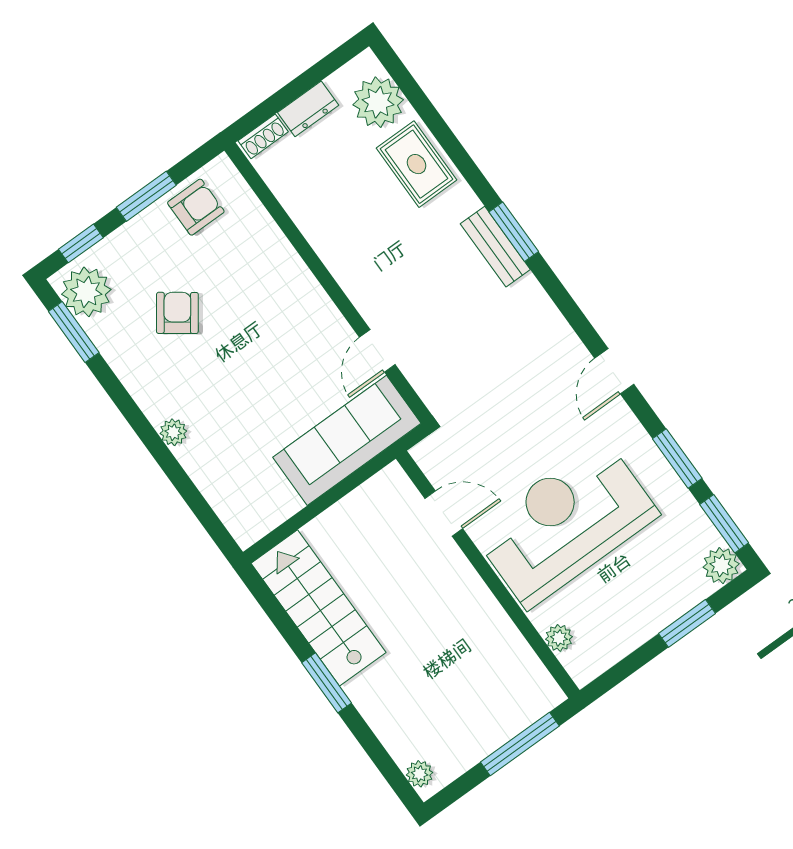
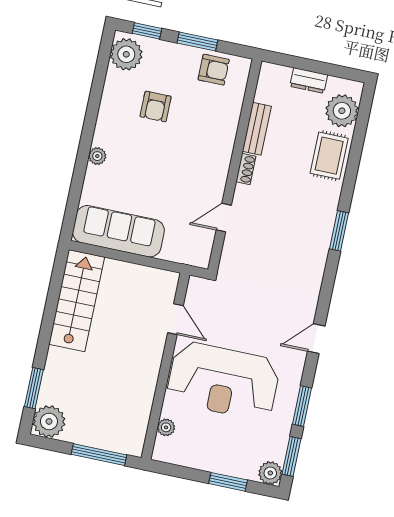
shoe rack: (263, 136) -> (246, 169), moved, turned -90
bench: (495, 247) -> (257, 129), moved
armchair: (177, 313) -> (156, 106), turned 144
window: (74, 332) -> (102, 66), removed
sofa: (347, 440) -> (118, 231), moved
reception desk: (565, 523) -> (223, 381), turned 180
window: (327, 683) -> (34, 388), moved
plant: (420, 774) -> (49, 421), width x1.88, depth x1.88

